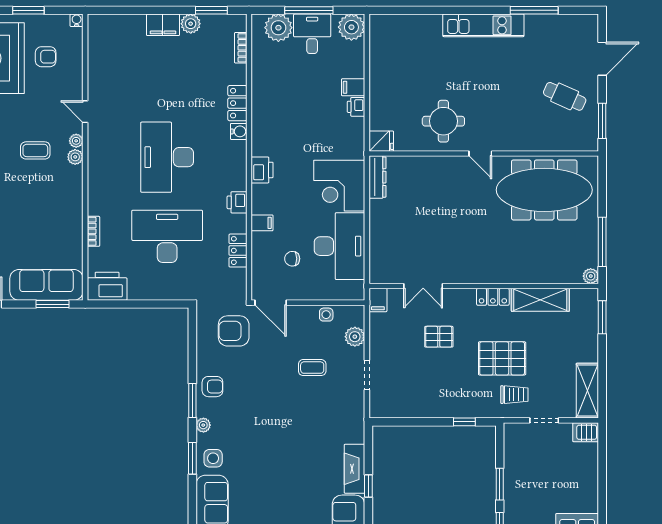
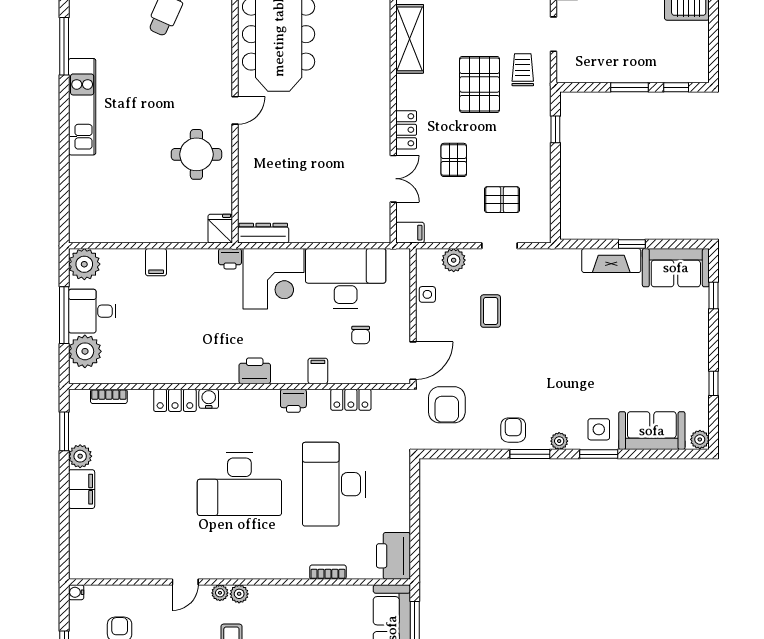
printer: (356, 107) -> (230, 259), moved
locker: (493, 297) -> (406, 130), moved
pallet: (406, 377) -> (502, 200), added

